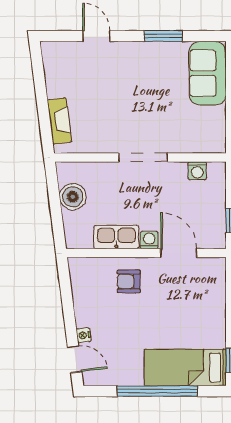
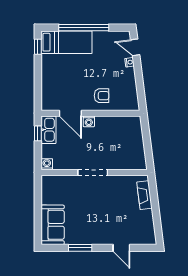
washing machine: (197, 171) -> (47, 164), moved
boiler: (73, 197) -> (136, 148), removed
kitchen sink: (116, 237) -> (48, 130), moved, turned -90

